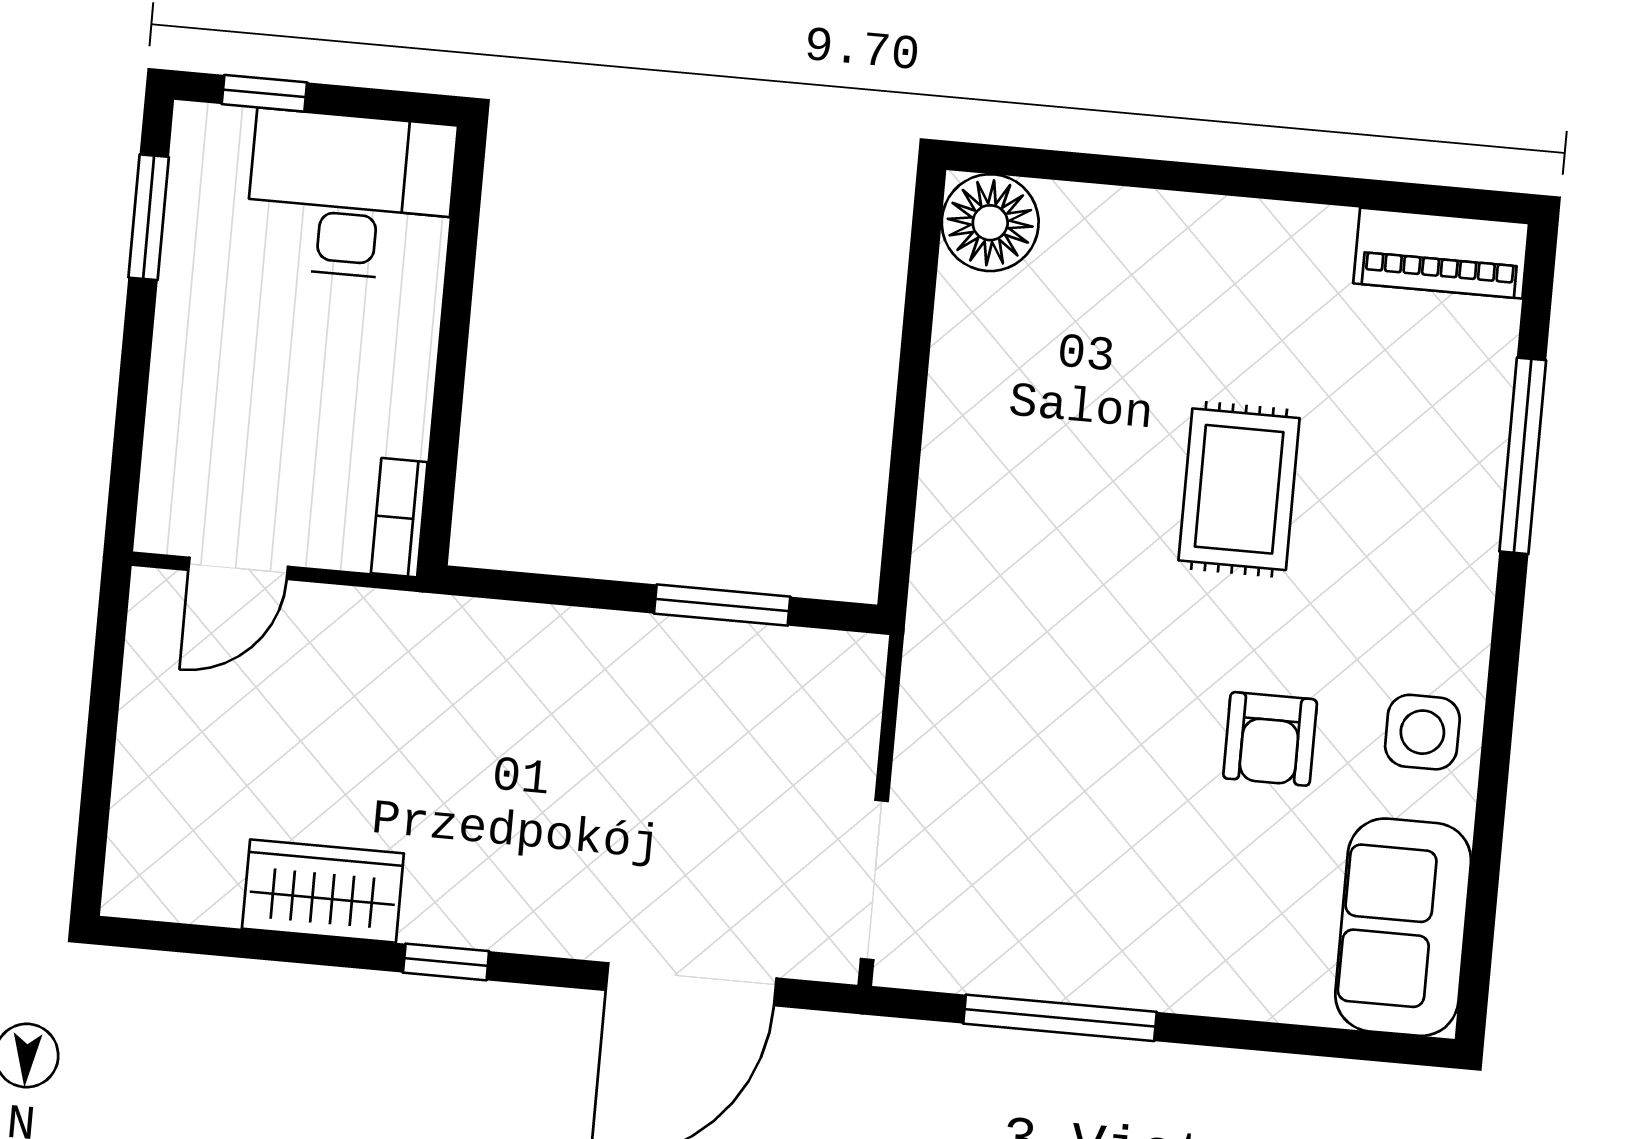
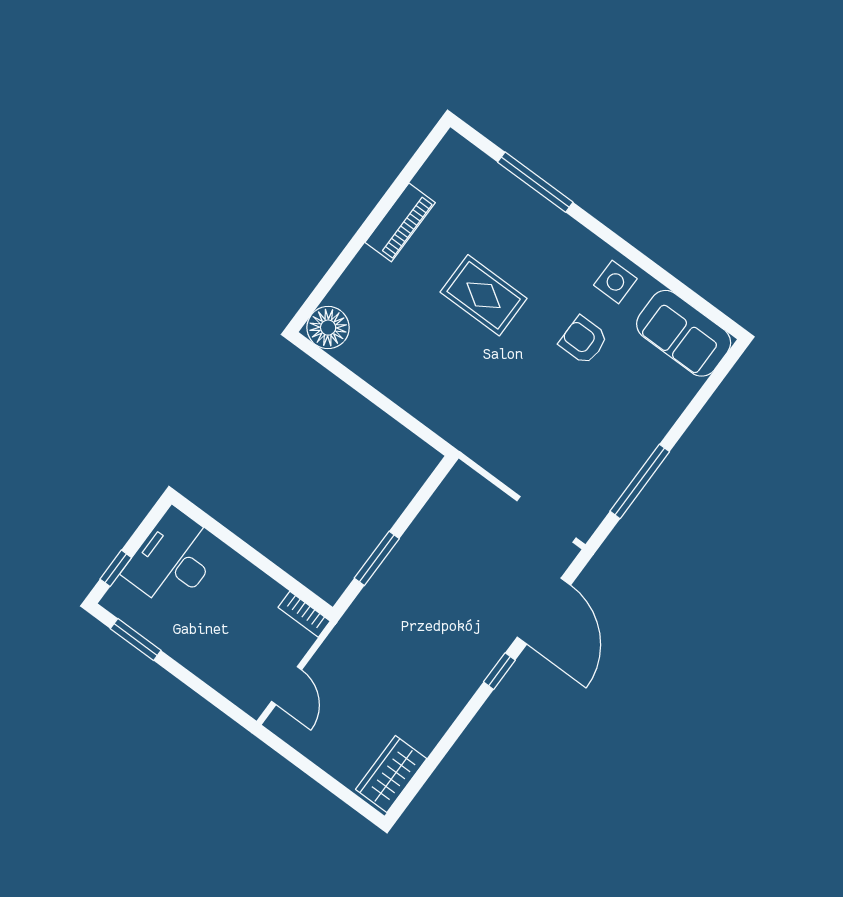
piano: (1441, 253) -> (400, 222), moved
window: (722, 605) -> (377, 558), moved
armchair: (1270, 739) -> (583, 340), turned 180
wardrobe: (323, 891) -> (391, 774), moved
window: (446, 962) -> (499, 671), moved

